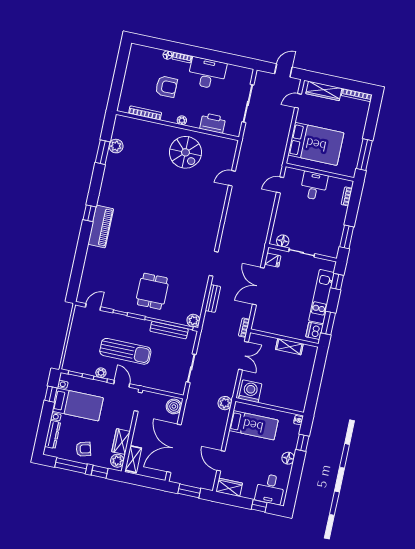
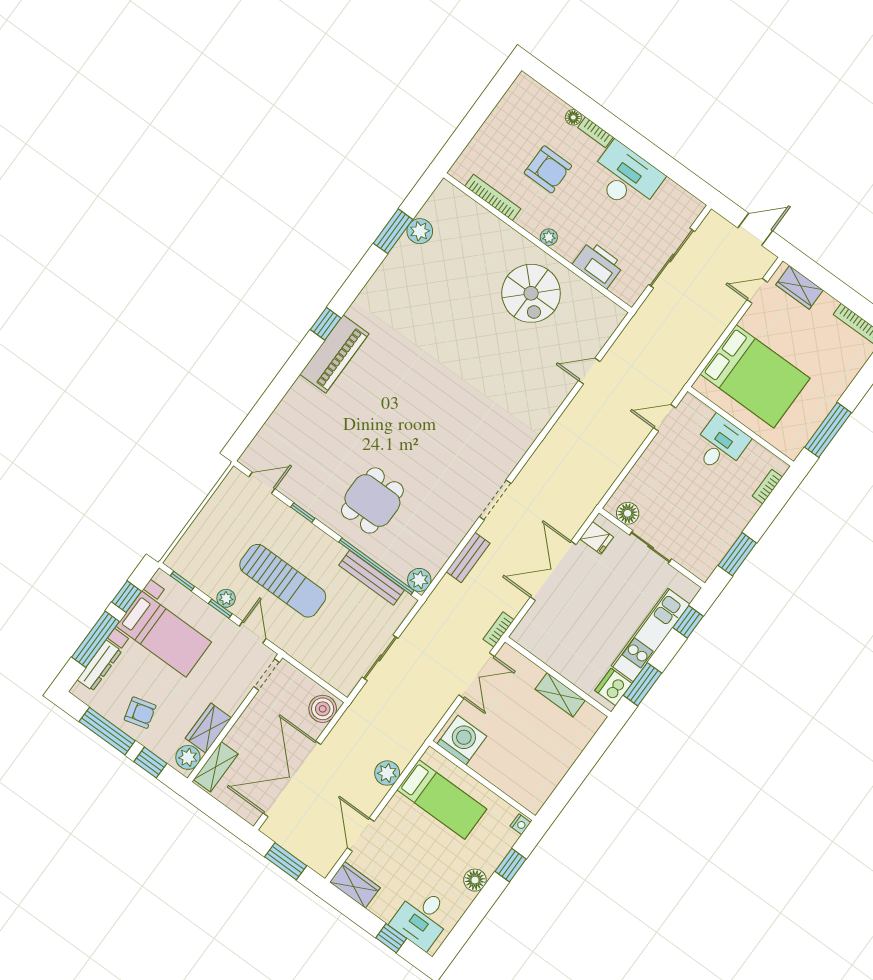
wardrobe: (324, 91) -> (799, 287), width x0.67
plant: (225, 403) -> (387, 773), moved
window: (45, 422) -> (96, 639), added

